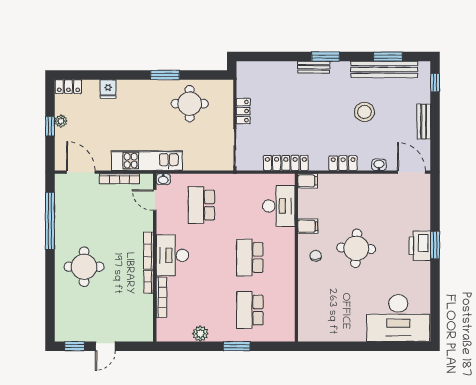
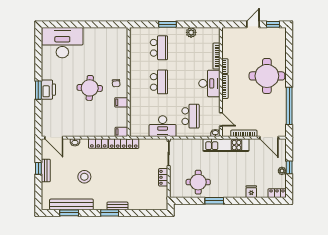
window: (435, 83) -> (38, 168), moved
locker: (286, 163) -> (124, 144), moved
desk: (279, 206) -> (163, 126), moved, turned -90
round table: (84, 267) -> (267, 76), width x1.36, depth x1.36

